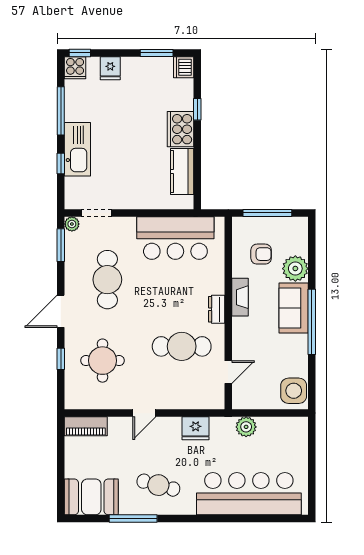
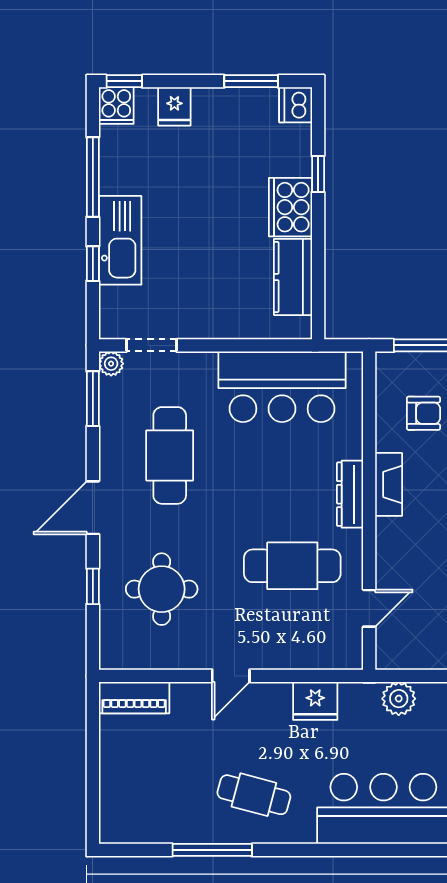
dresser: (217, 309) -> (350, 494), width x1.44
booth: (91, 497) -> (143, 814), removed

